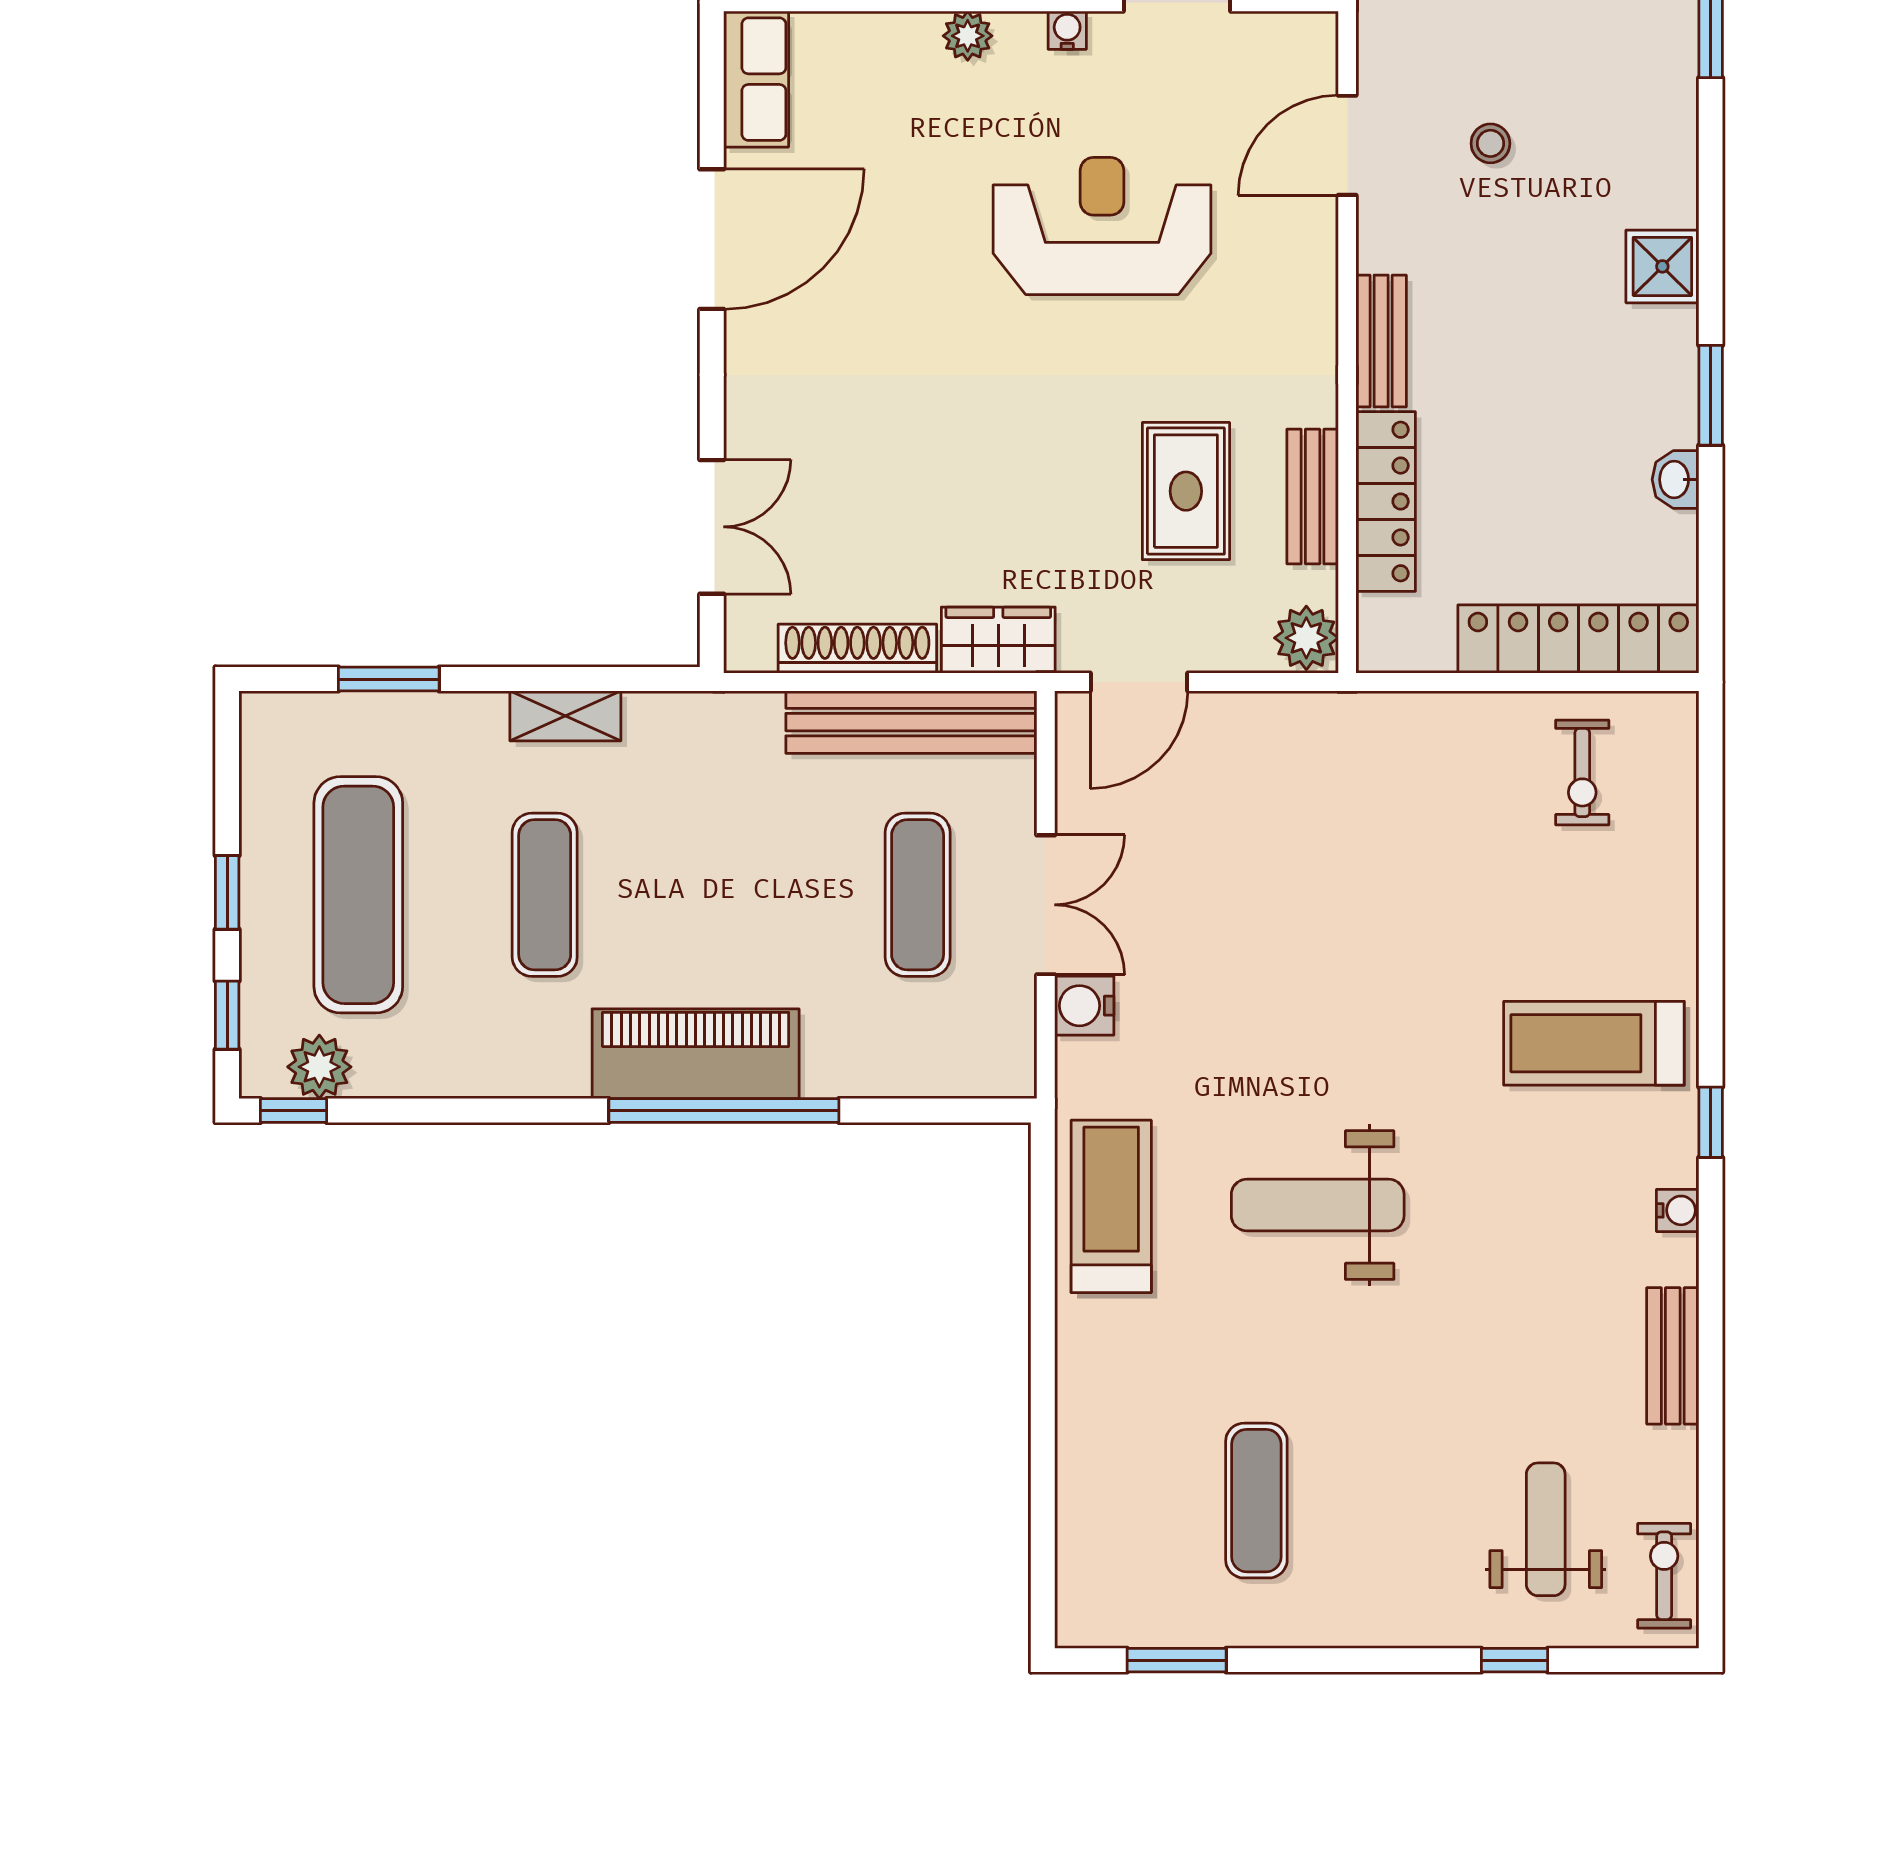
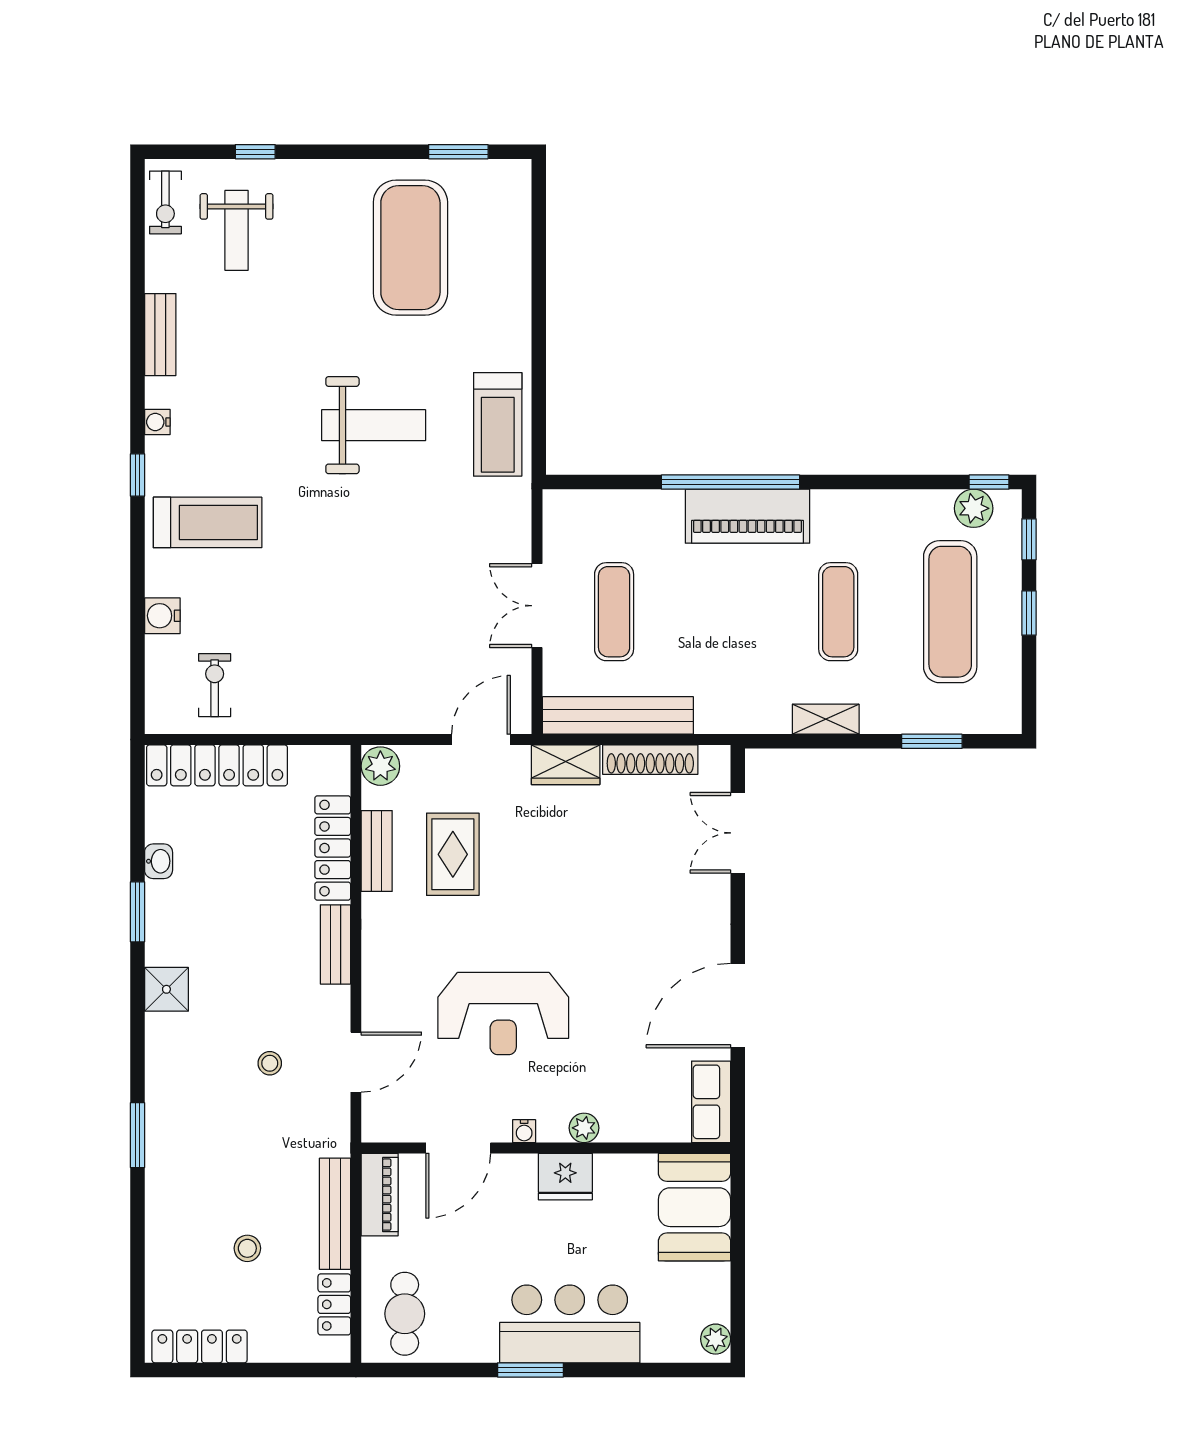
water cooler: (1084, 1006) -> (162, 616), moved, turned 180
exercise mat: (1256, 1501) -> (410, 248), width x2.00, depth x1.45

